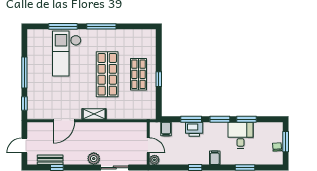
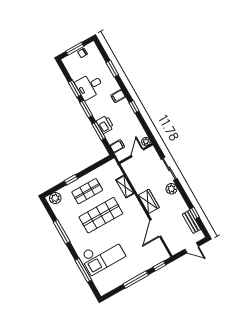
window: (101, 26) -> (62, 232), moved
plant: (150, 39) -> (55, 198), added
window: (159, 79) -> (71, 180), moved
shelving: (94, 114) -> (125, 187), moved
door: (64, 121) -> (155, 228), swing flipped
wardrobe: (94, 129) -> (149, 201), added

